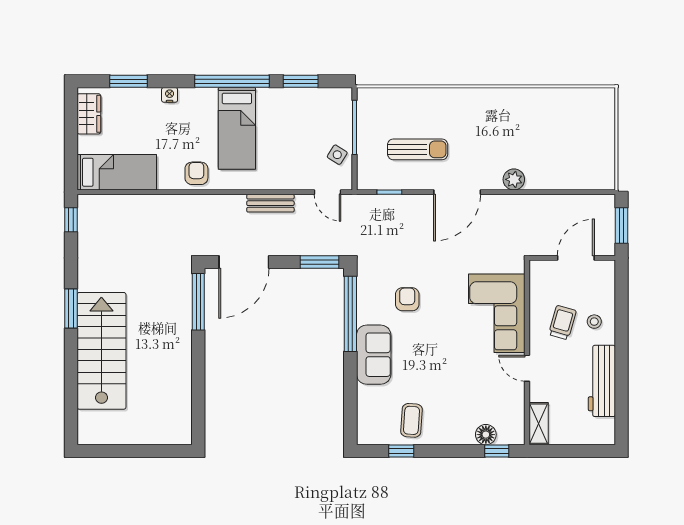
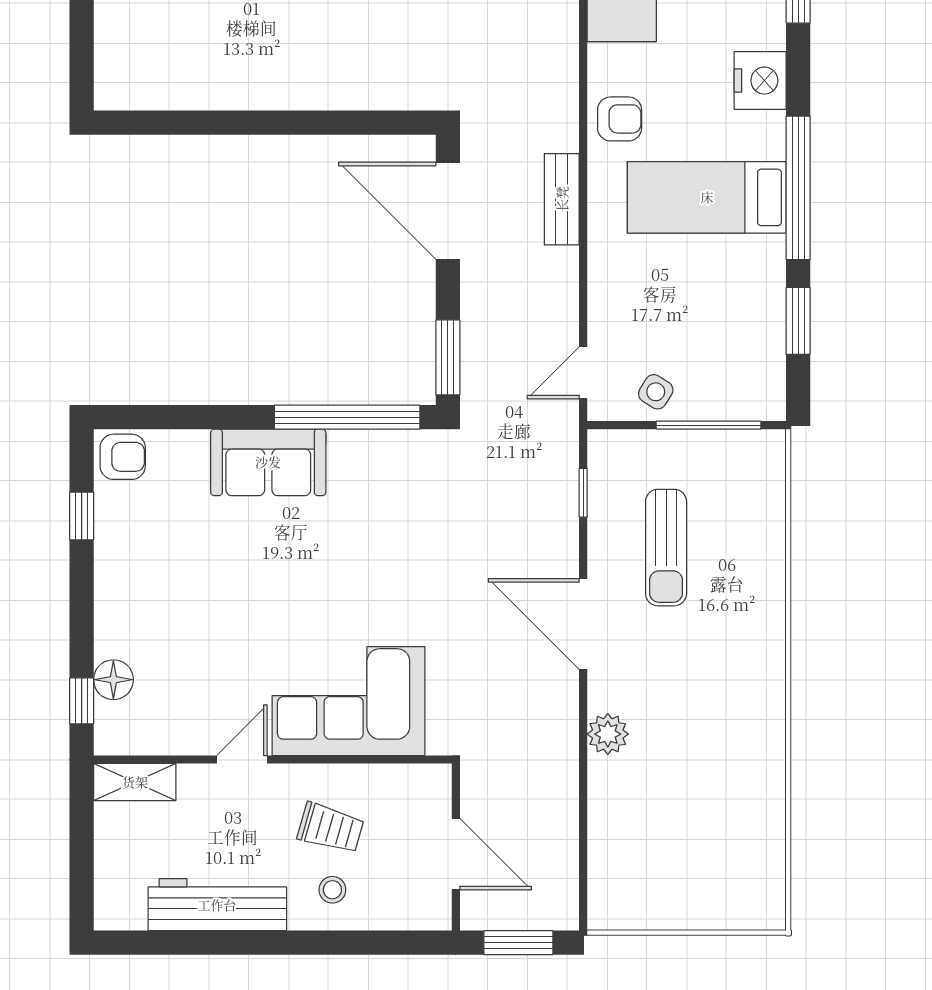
nightstand: (170, 95) -> (760, 81), width x1.89, depth x1.79
bench: (270, 203) -> (562, 199), moved
armchair: (407, 299) -> (123, 457), moved
window: (198, 302) -> (371, 123), removed
coffee table: (411, 420) -> (141, 536), removed

